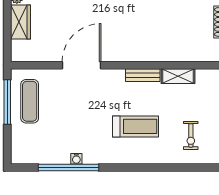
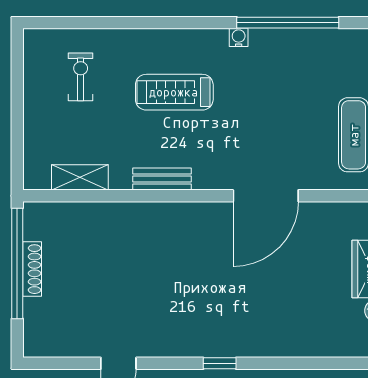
shelving: (178, 76) -> (80, 177), moved
water cooler: (76, 159) -> (239, 37), moved

